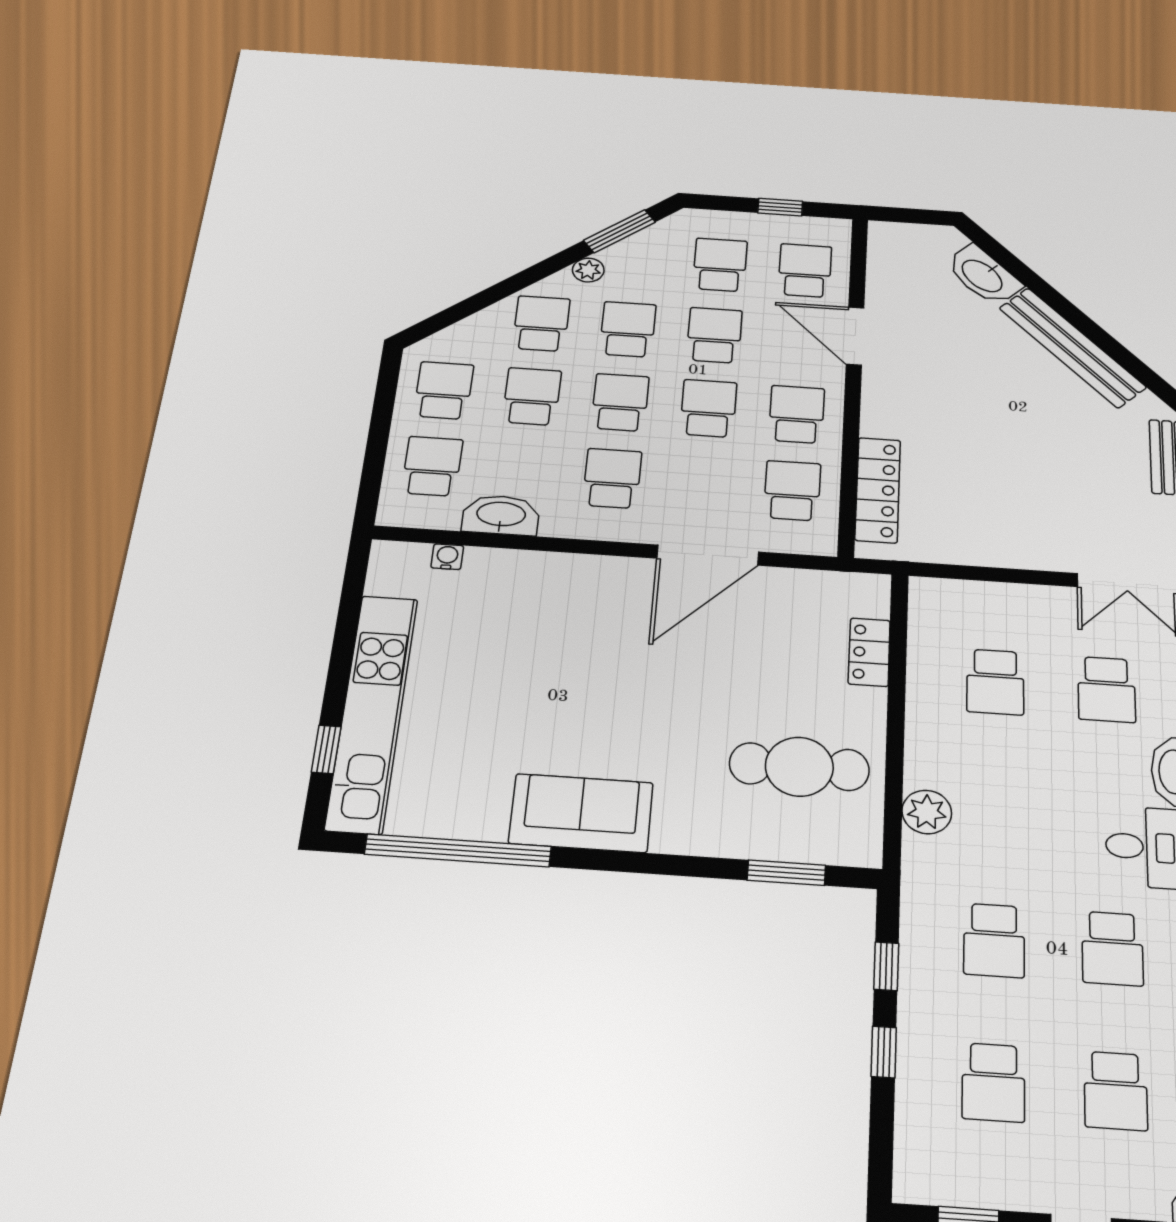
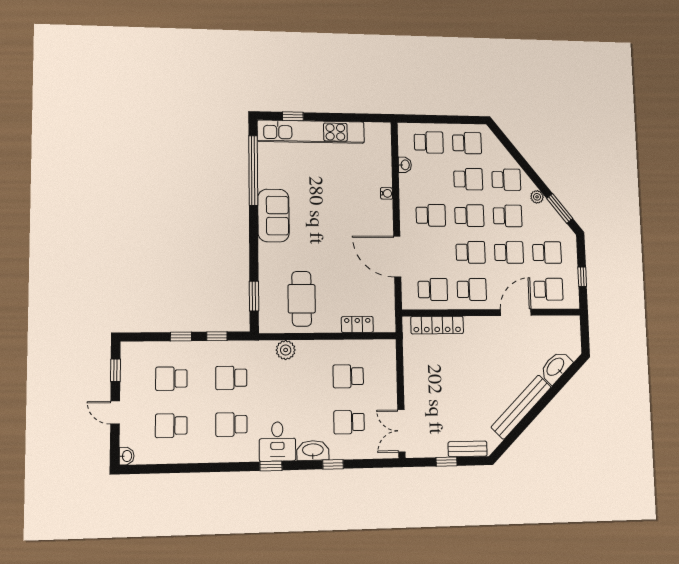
washbasin: (501, 515) -> (405, 165), width x0.52, depth x0.69
water cooler: (447, 557) -> (386, 193), moved

